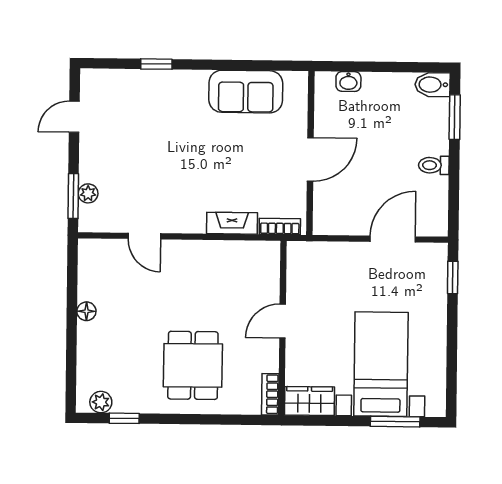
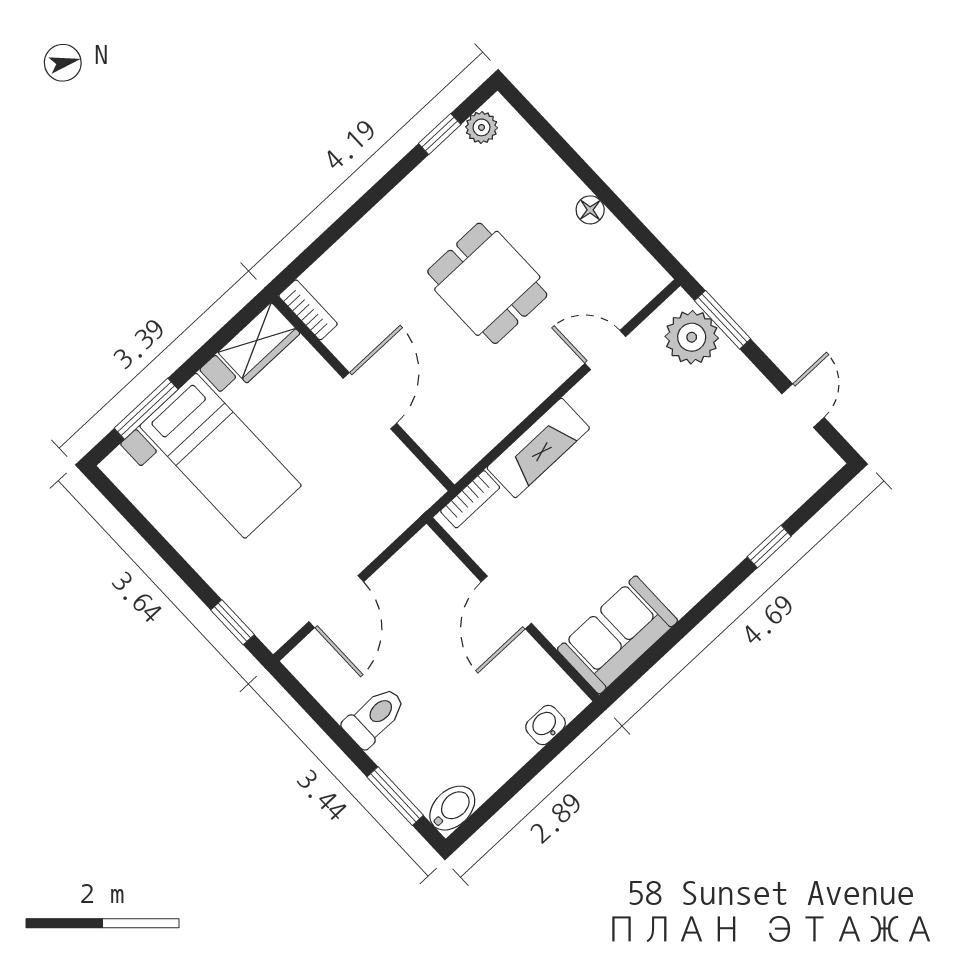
sofa: (246, 92) -> (617, 635), moved
toilet: (434, 165) -> (374, 717), width x1.37, depth x1.39
plant: (88, 193) -> (692, 337), width x1.87, depth x1.87
fireplace: (232, 223) -> (538, 448), width x1.37, depth x1.32
door: (283, 321) -> (370, 401), width x1.38
dining table: (193, 365) -> (487, 283), moved

